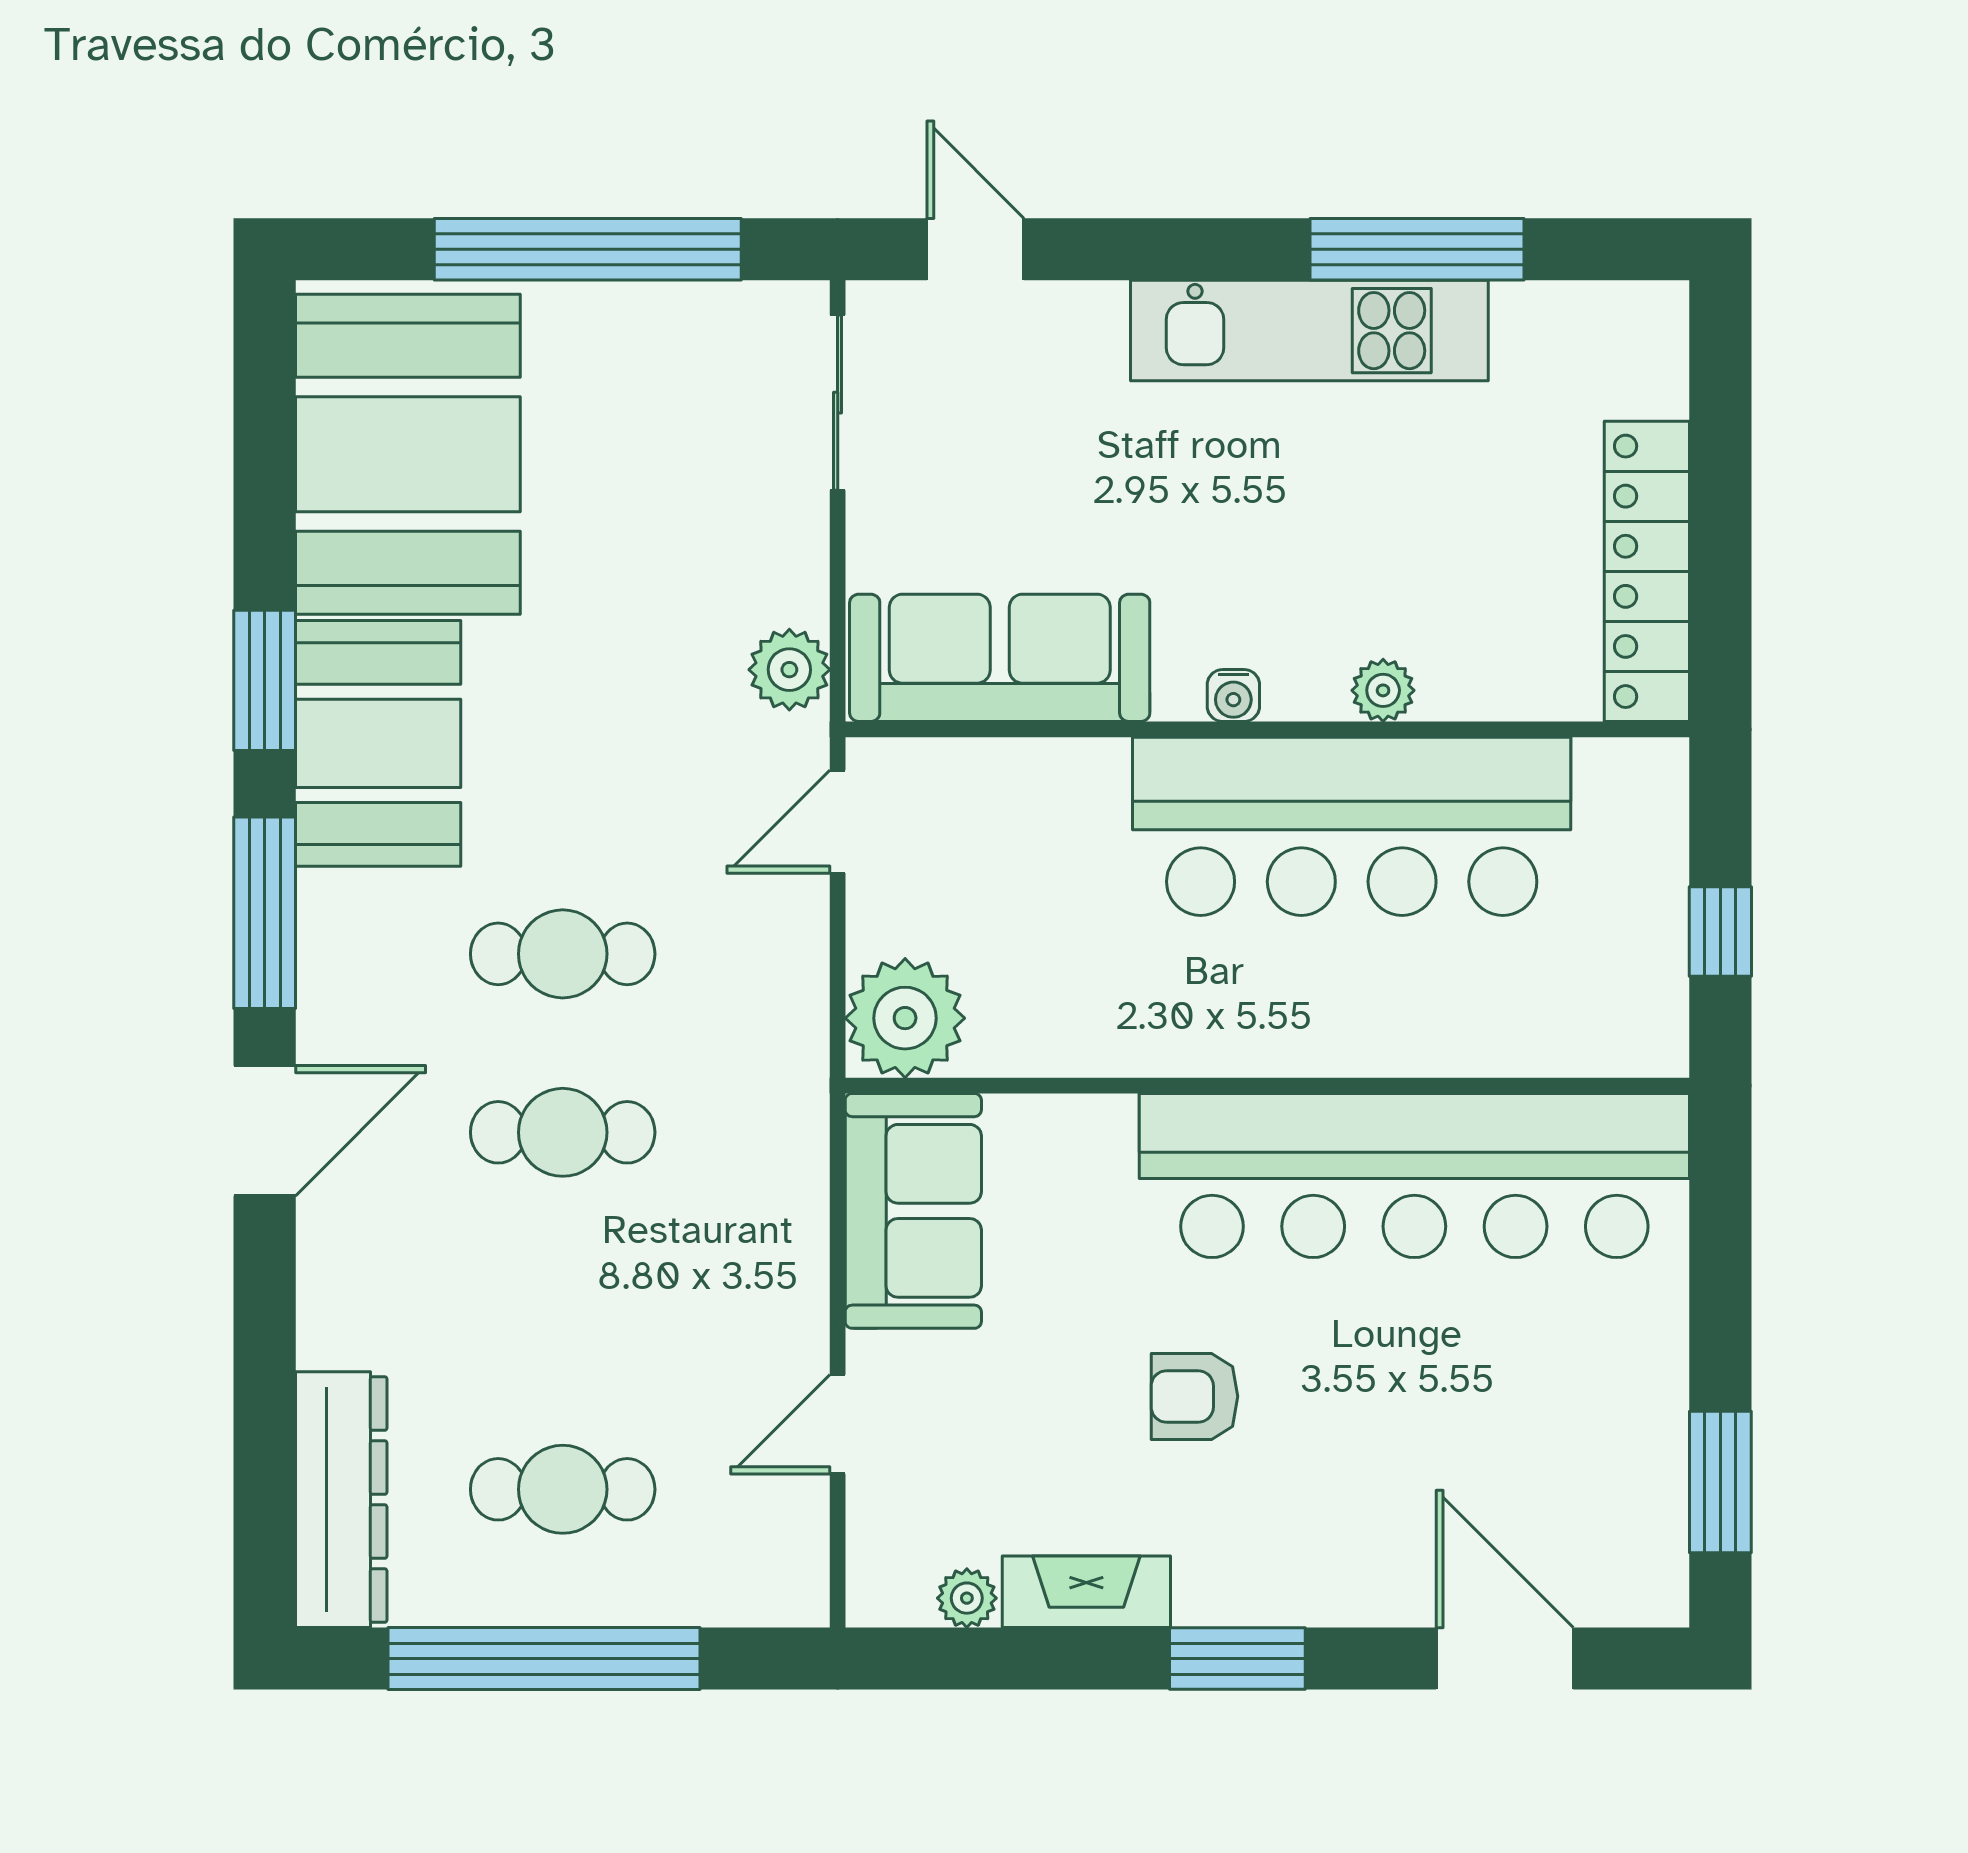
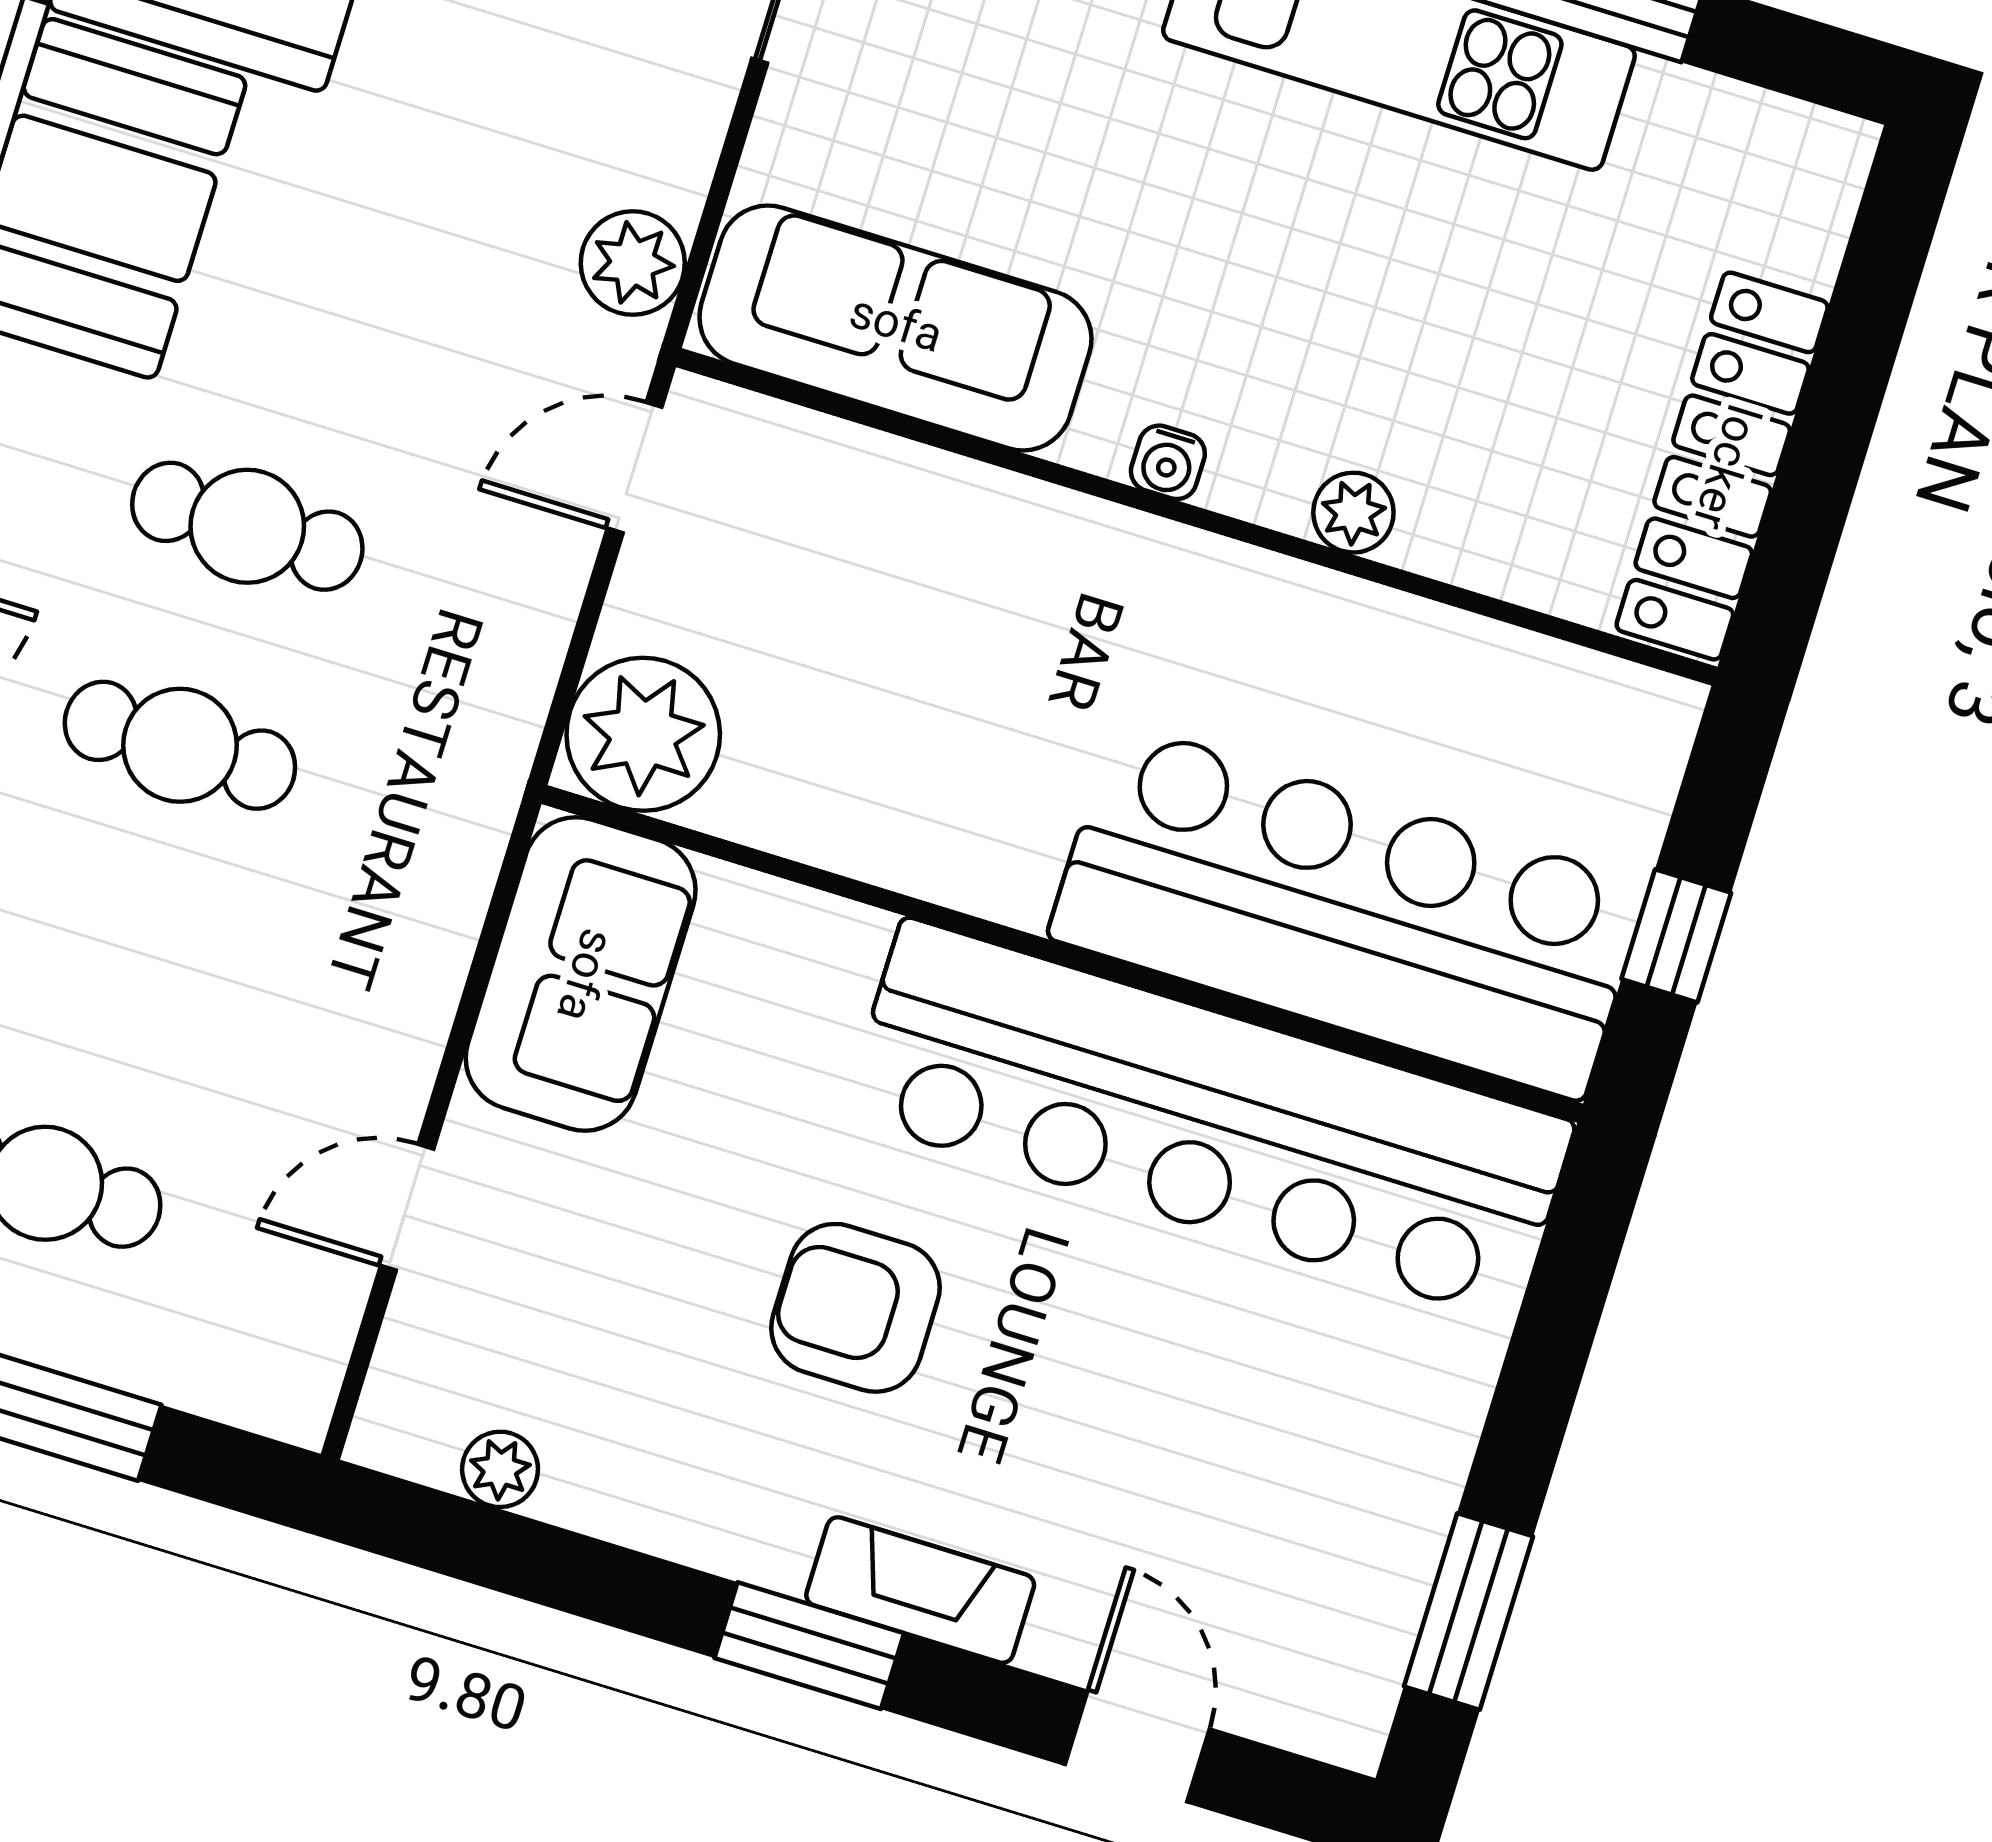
bar counter: (1352, 826) -> (1348, 911), moved, turned 180
armchair: (1194, 1396) -> (855, 1308), width x1.38, depth x1.38
fireplace: (1086, 1592) -> (920, 1590), moved
door: (1505, 1659) -> (1137, 1747), width x0.73

